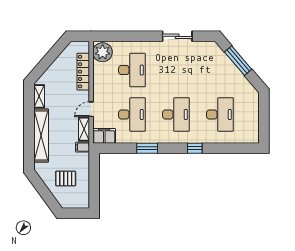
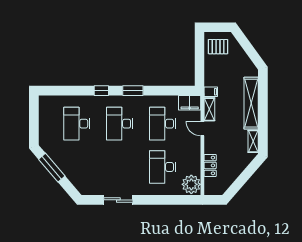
window: (238, 61) -> (52, 168), moved
locker: (83, 72) -> (210, 165), width x0.66
door: (91, 109) -> (202, 129), swing flipped
window: (147, 148) -> (133, 91), moved
pallet: (66, 178) -> (218, 47), moved

